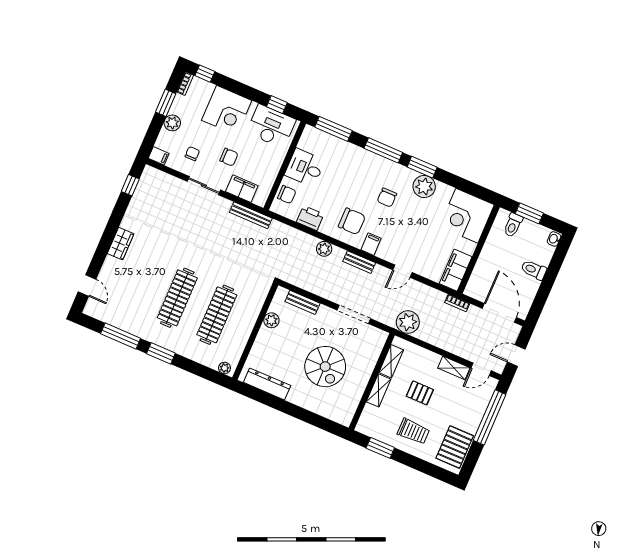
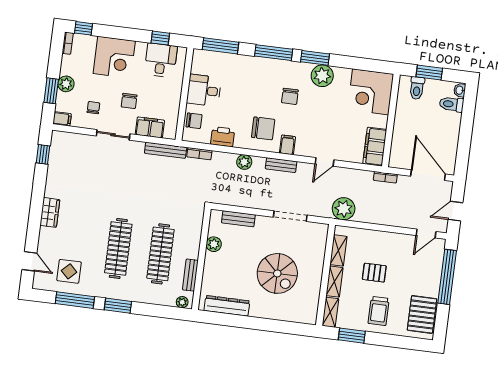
window: (166, 103) -> (51, 91), moved
desk: (271, 126) -> (161, 60), width x0.73
chair: (229, 157) -> (129, 101), turned 90
bookcase: (283, 228) -> (199, 154), added
toilet: (534, 270) -> (451, 104), moved
display table: (123, 306) -> (69, 271), added
bench: (240, 344) -> (190, 275), added
shelving: (454, 368) -> (330, 312), moved, turned 90
trolley: (413, 431) -> (379, 311), turned 90

